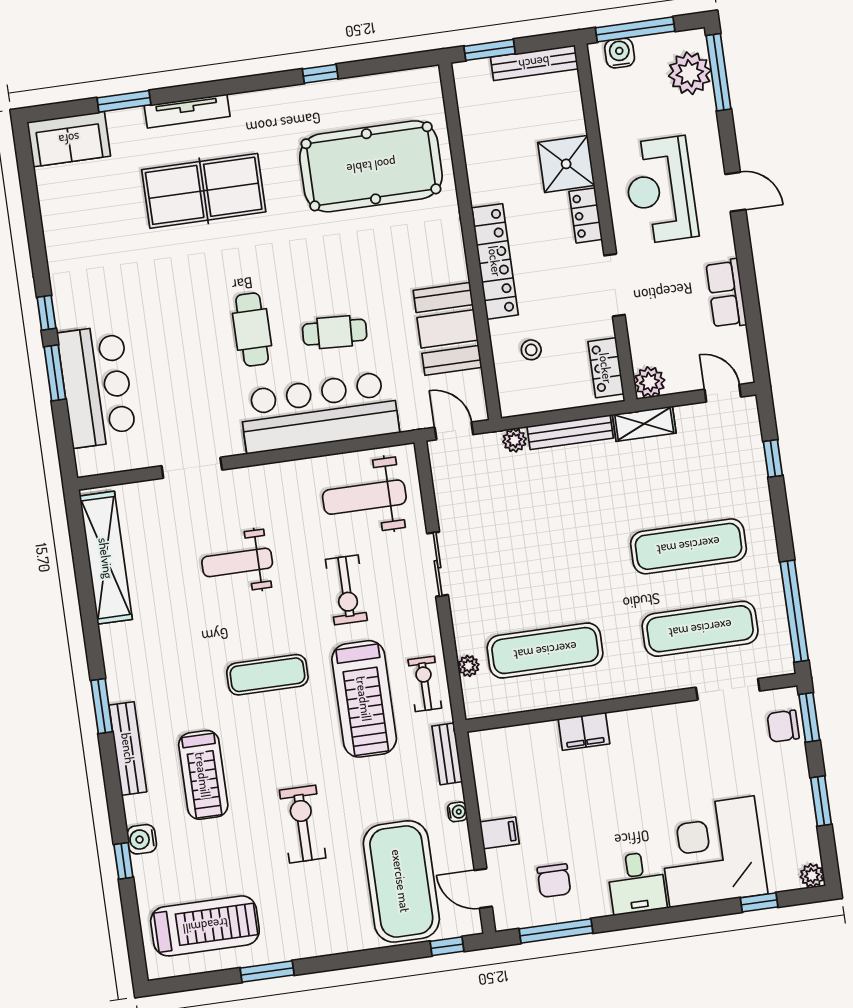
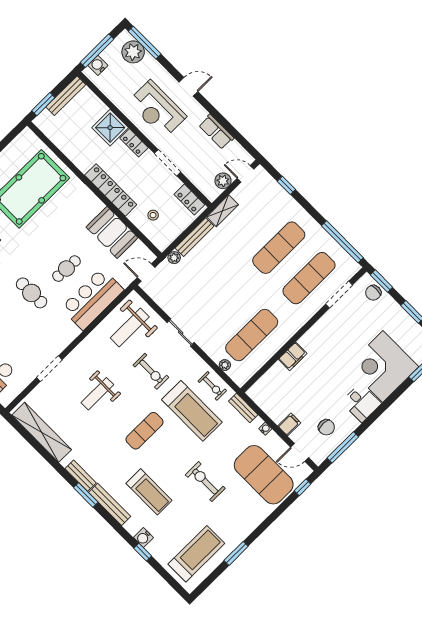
plant: (650, 382) -> (223, 181), moved
bar counter: (319, 412) -> (92, 299), width x0.73
bench: (116, 670) -> (81, 476), added
exercise bike: (425, 684) -> (212, 386), turned 180

